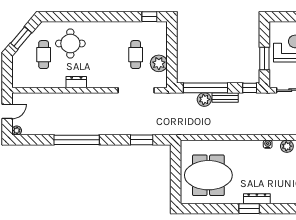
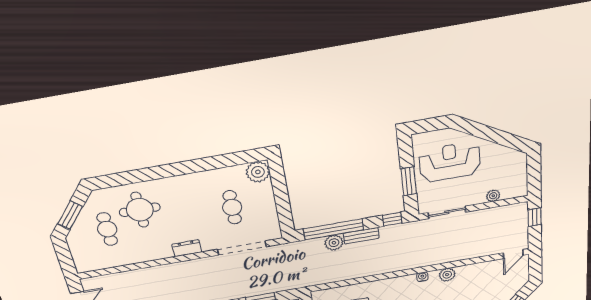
window: (149, 17) -> (241, 158), removed
plant: (159, 63) -> (258, 172), moved
dresser: (76, 82) -> (187, 248), moved

